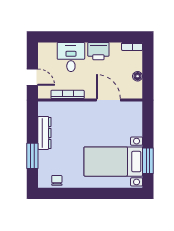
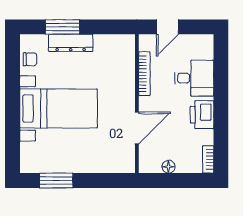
dresser: (44, 133) -> (71, 43), moved
bed with nightstands: (113, 162) -> (59, 108), moved, turned 90

